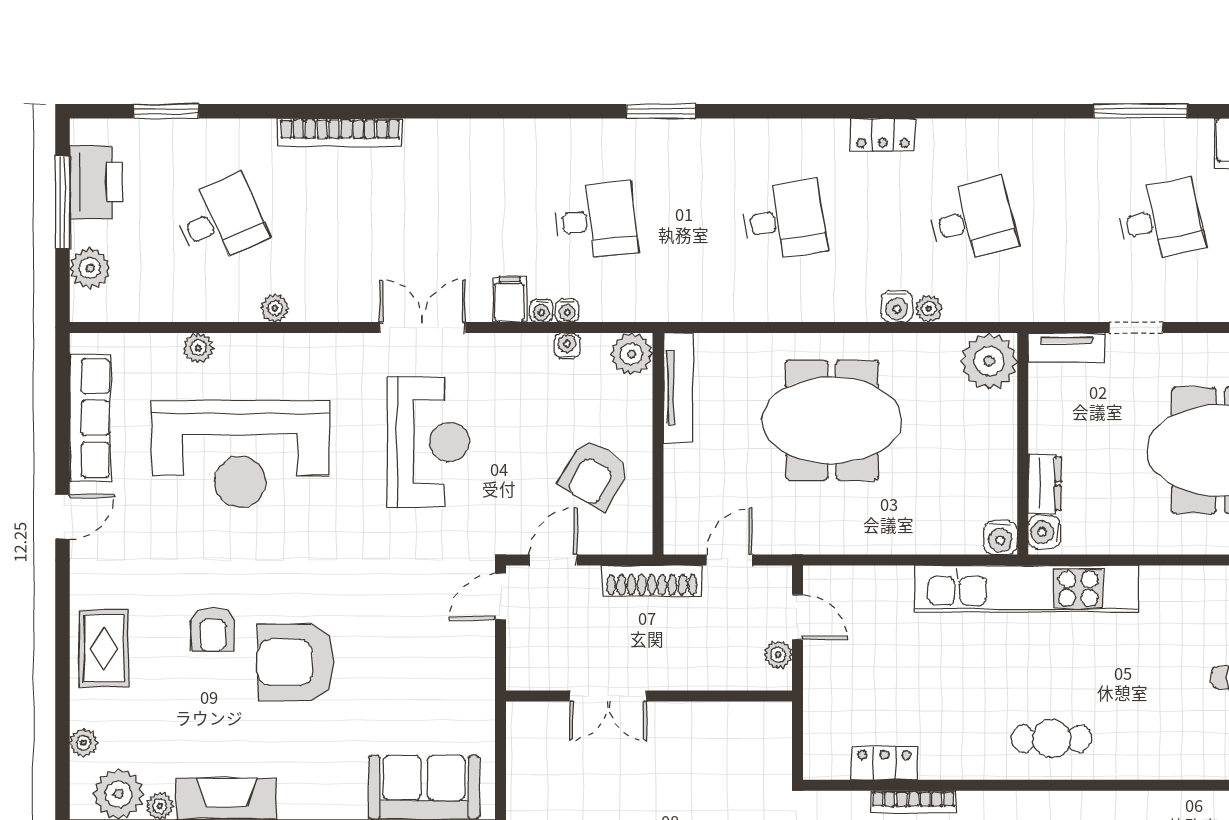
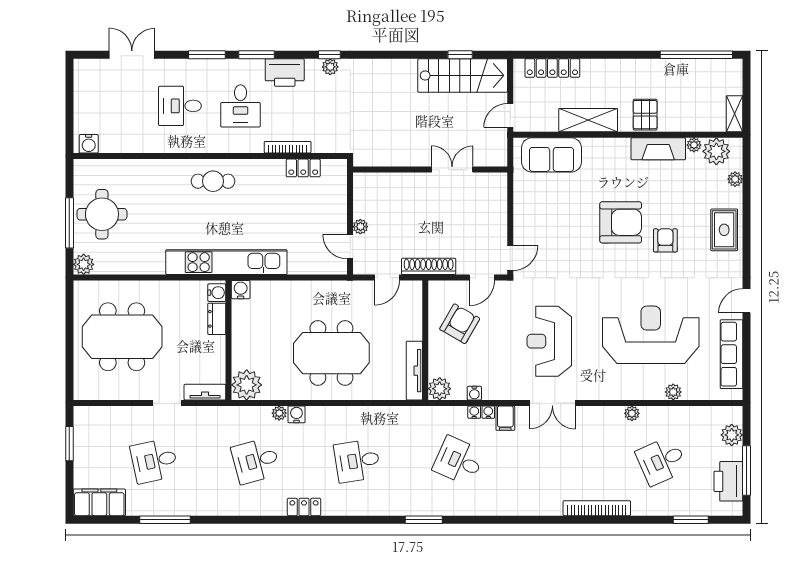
desk: (596, 220) -> (459, 461), turned 30
double door: (608, 696) -> (452, 170), moved
wall: (649, 696) -> (430, 170), moved

